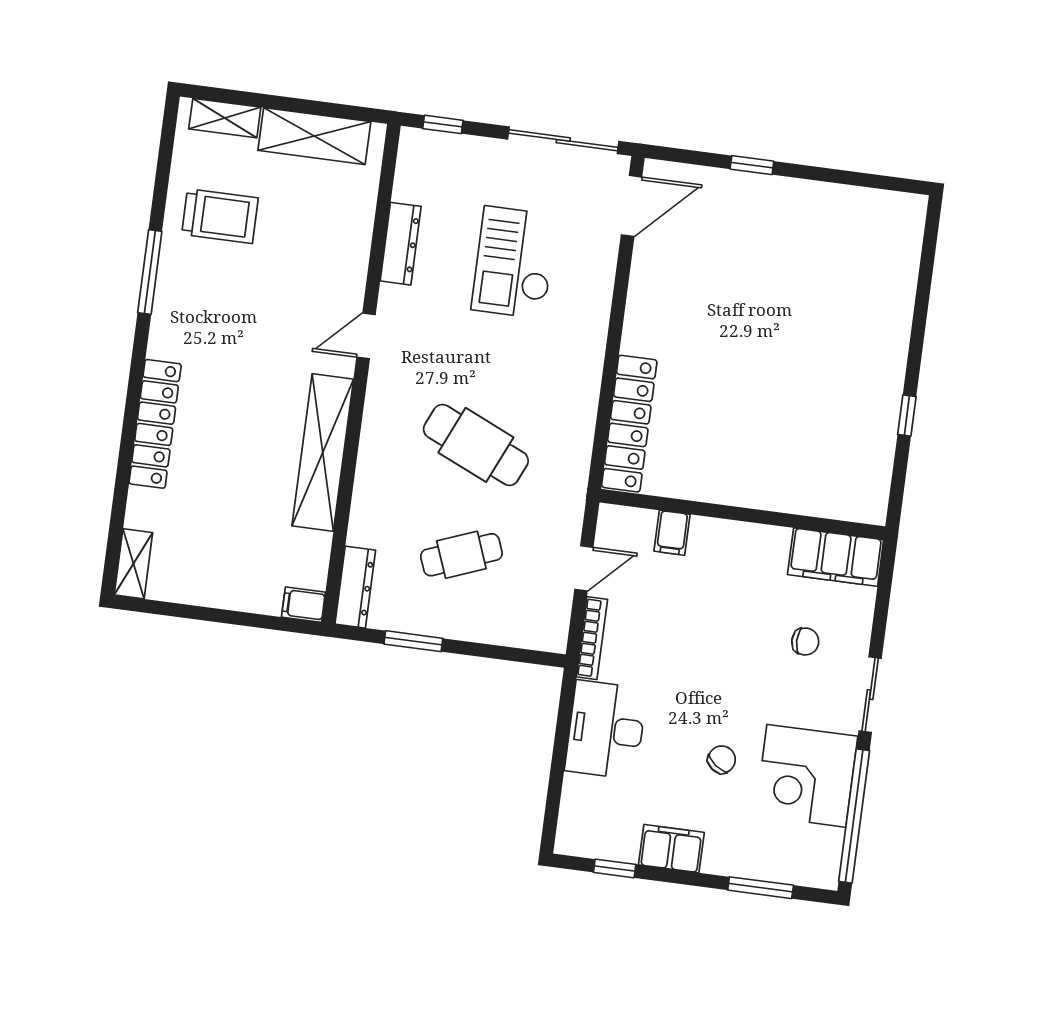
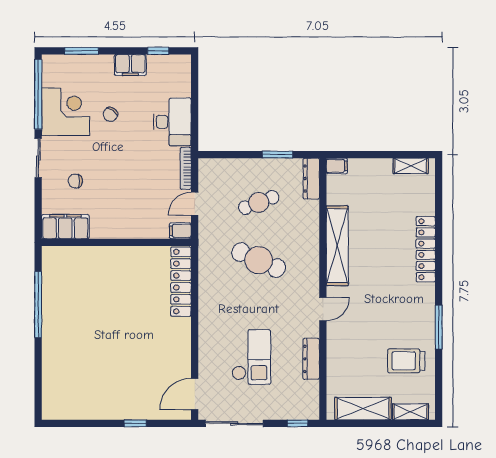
window: (907, 415) -> (38, 305), width x3.17
filing cabinet: (672, 533) -> (180, 231), moved, turned -90
shelving: (133, 564) -> (411, 166), moved, turned 90

